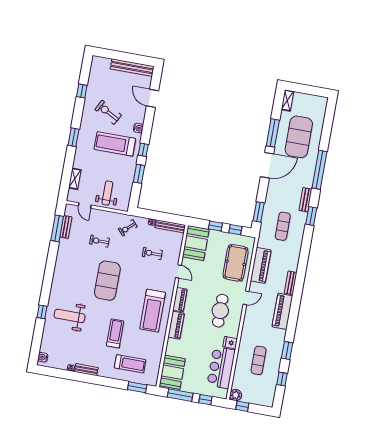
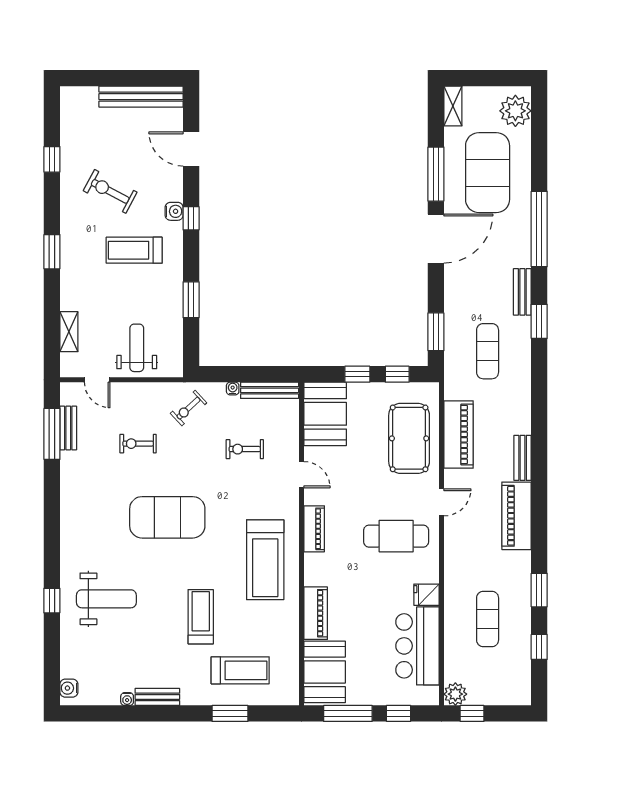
plant: (318, 108) -> (515, 111), added
treadmill: (115, 144) -> (134, 250), width x0.73, depth x0.73
window: (143, 150) -> (191, 218), moved
exercise mat: (107, 281) -> (167, 517), turned 90
cafe table: (220, 311) -> (396, 536), turned 90
weight bench: (70, 316) -> (106, 599), turned 180
piano: (176, 325) -> (316, 613), moved
window: (137, 387) -> (230, 713), moved

